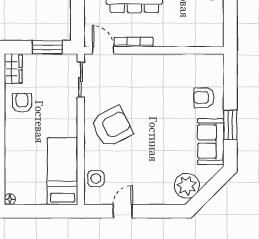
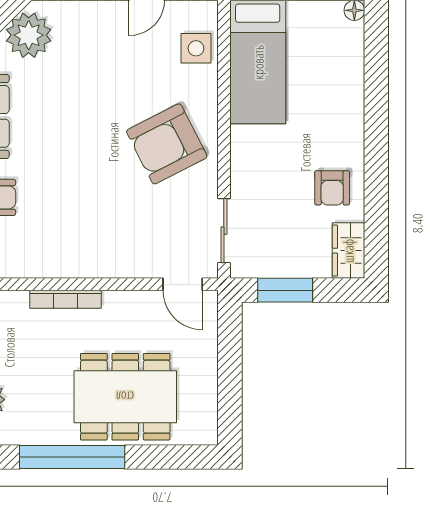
bookcase: (134, 42) -> (66, 299), moved

